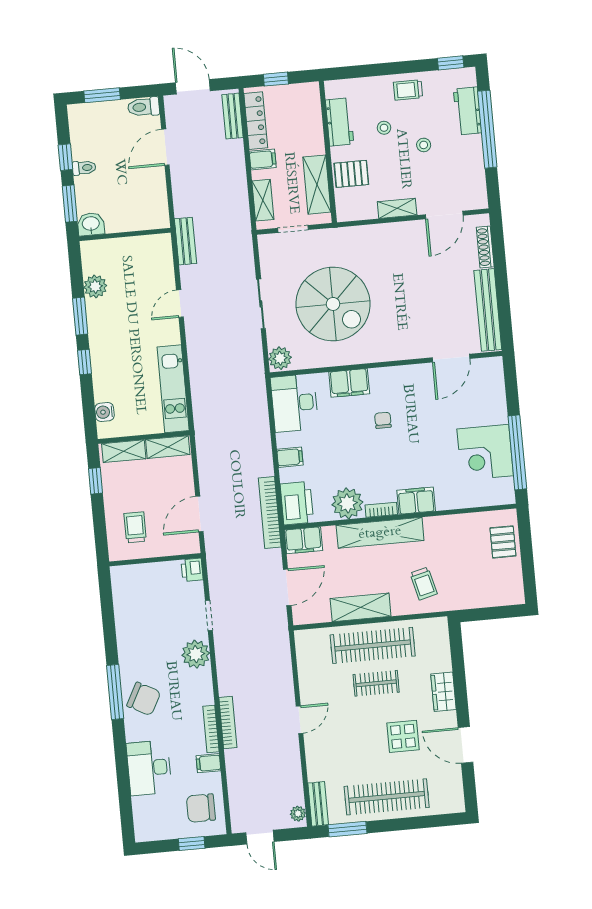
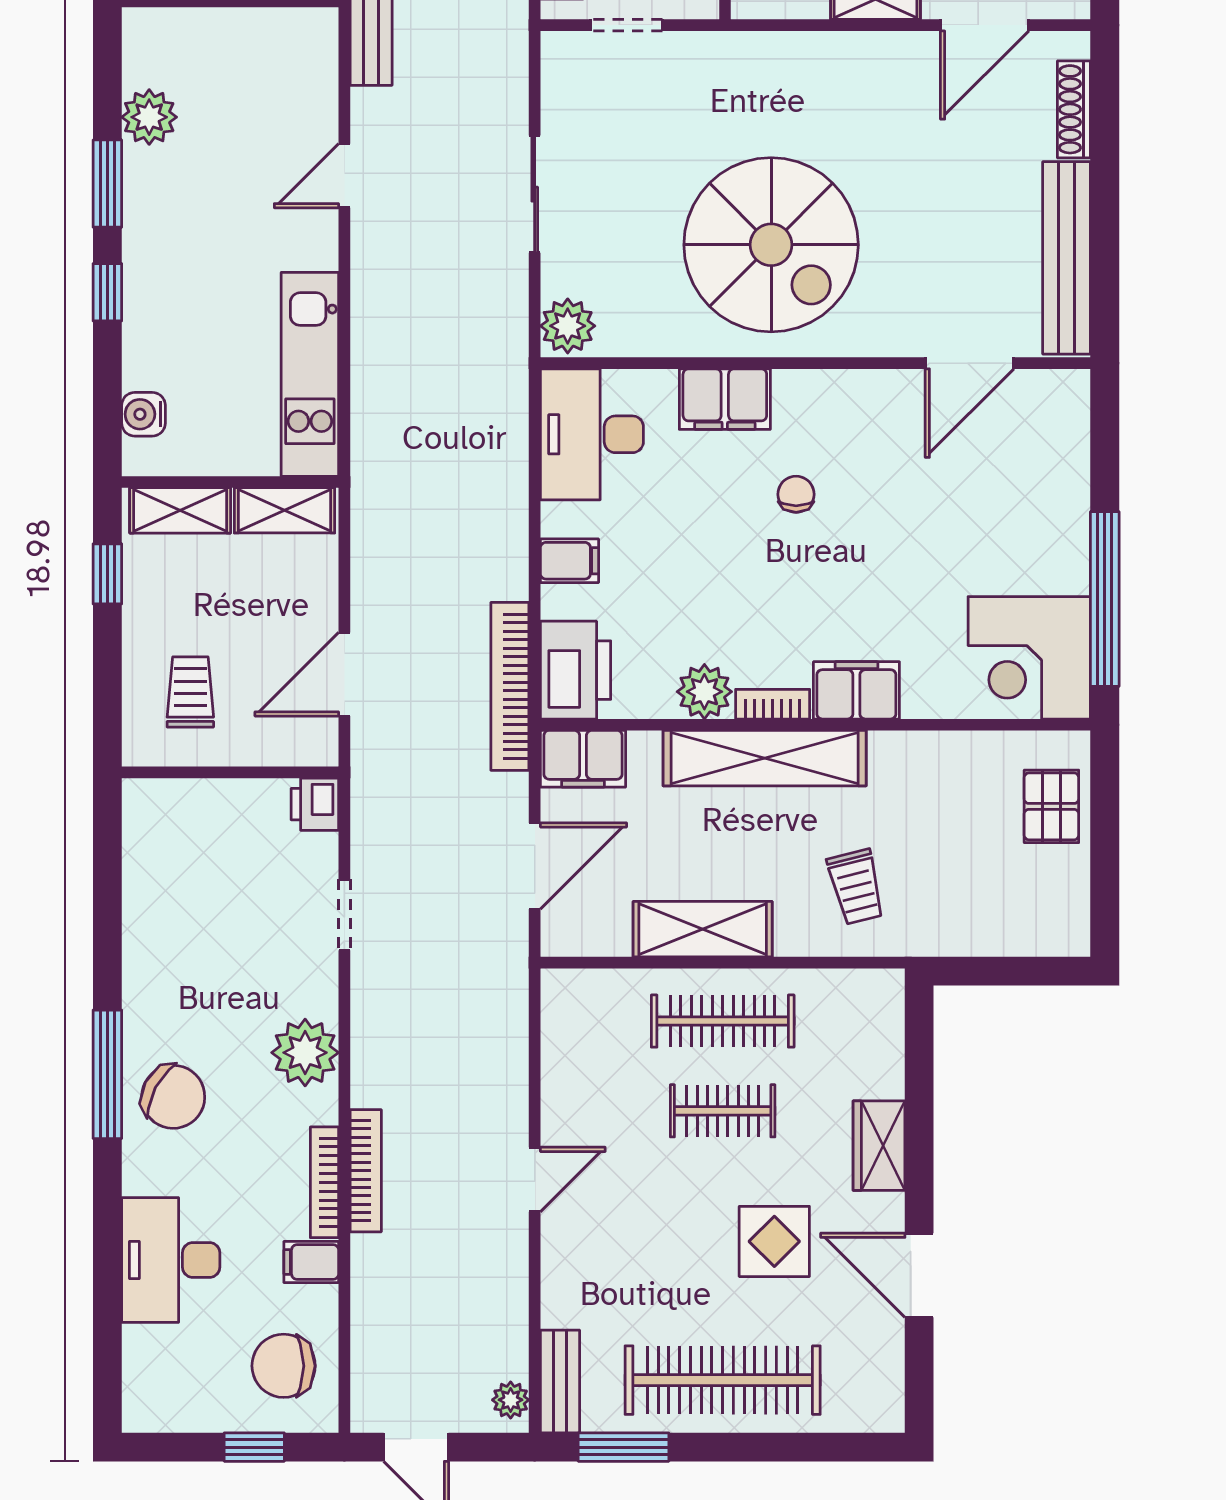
spiral stairs: (333, 304) -> (771, 245), moved
corner desk: (485, 452) -> (1029, 658), moved
plant: (347, 503) -> (704, 692), width x0.73, depth x0.73
clothes rail: (373, 645) -> (723, 1021), width x0.73, depth x0.76
plant: (196, 654) -> (305, 1053), moved

